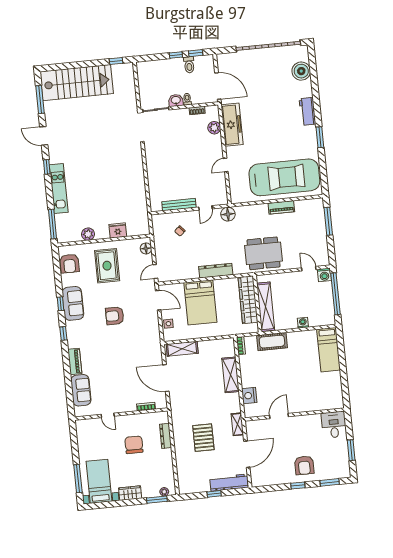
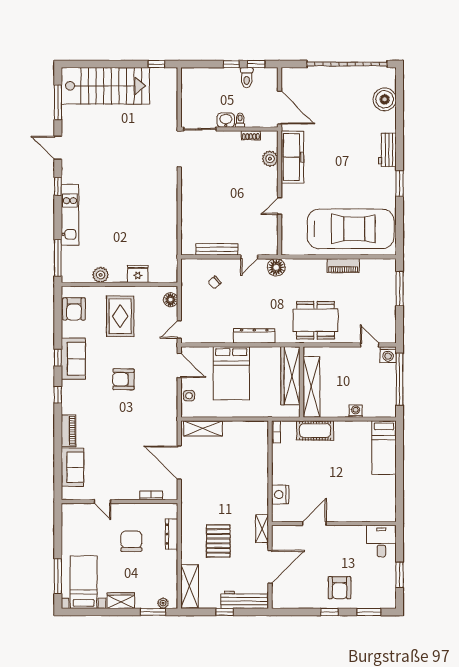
shelving: (231, 375) -> (190, 586), moved

